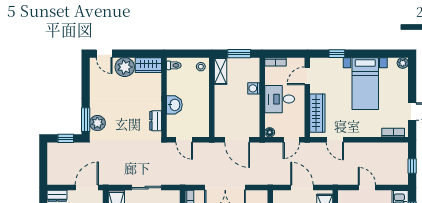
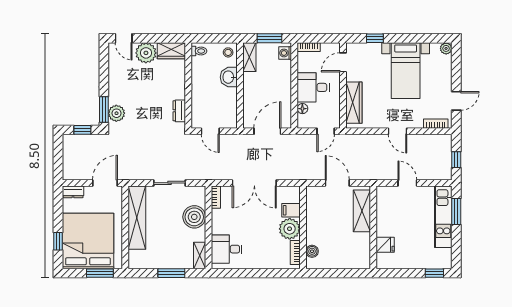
washing machine: (254, 88) -> (285, 53), moved
washbasin: (174, 105) -> (229, 77), moved, turned 180
floor lamp: (270, 132) -> (302, 109), moved
door: (237, 140) -> (267, 131), swing flipped
door: (335, 140) -> (398, 131), moved

